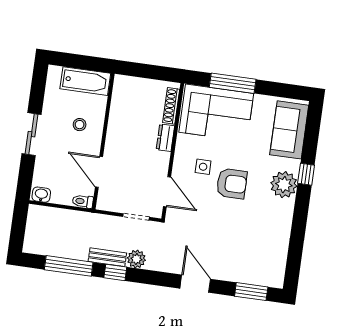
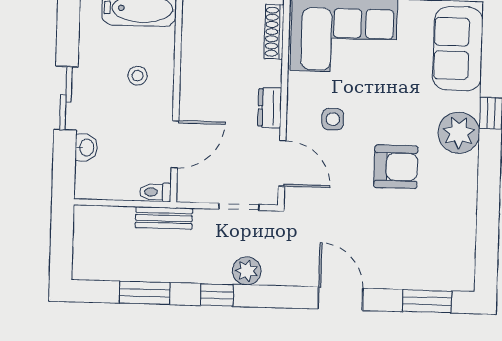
dresser: (165, 138) -> (270, 108), moved
door: (99, 172) -> (175, 144), swing flipped
armchair: (232, 184) -> (396, 167), moved
washbasin: (41, 195) -> (86, 147), moved, turned 90
bench: (107, 257) -> (164, 218), moved
window: (69, 266) -> (145, 293), width x0.69

